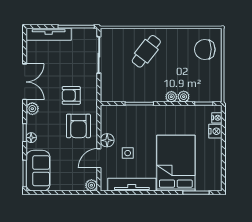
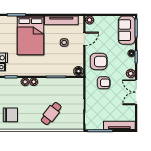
armchair: (78, 126) -> (99, 61), turned 90
floor lamp: (107, 140) -> (79, 71), moved

